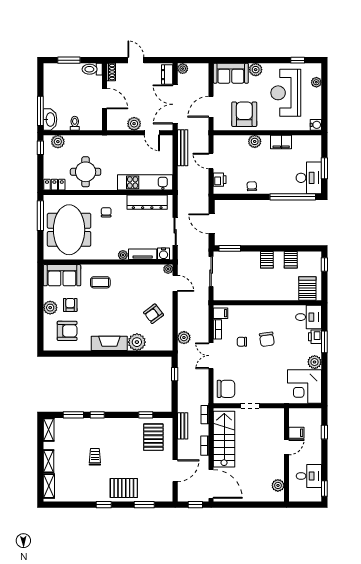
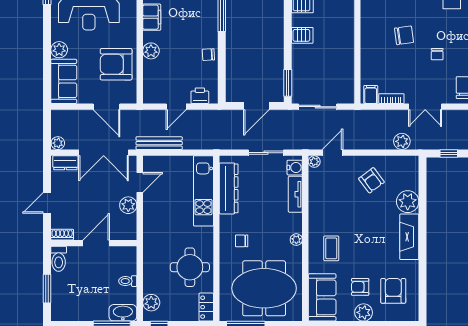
plant: (123, 255) -> (296, 240), moved
chair: (242, 342) -> (437, 54), moved

